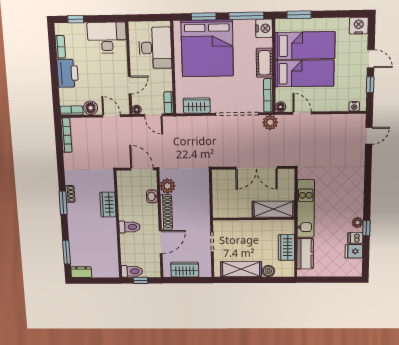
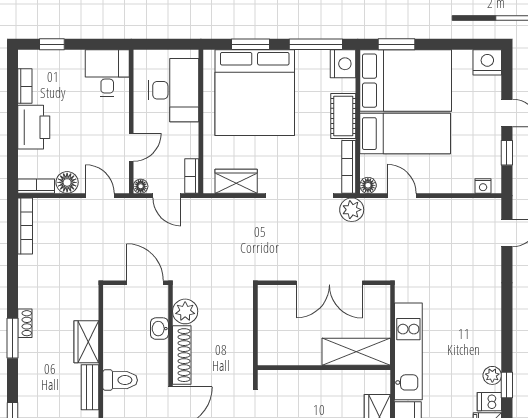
desk: (107, 38) -> (107, 73), width x0.73
bed: (305, 46) -> (406, 81), width x1.50
bench: (112, 231) -> (90, 387), added

